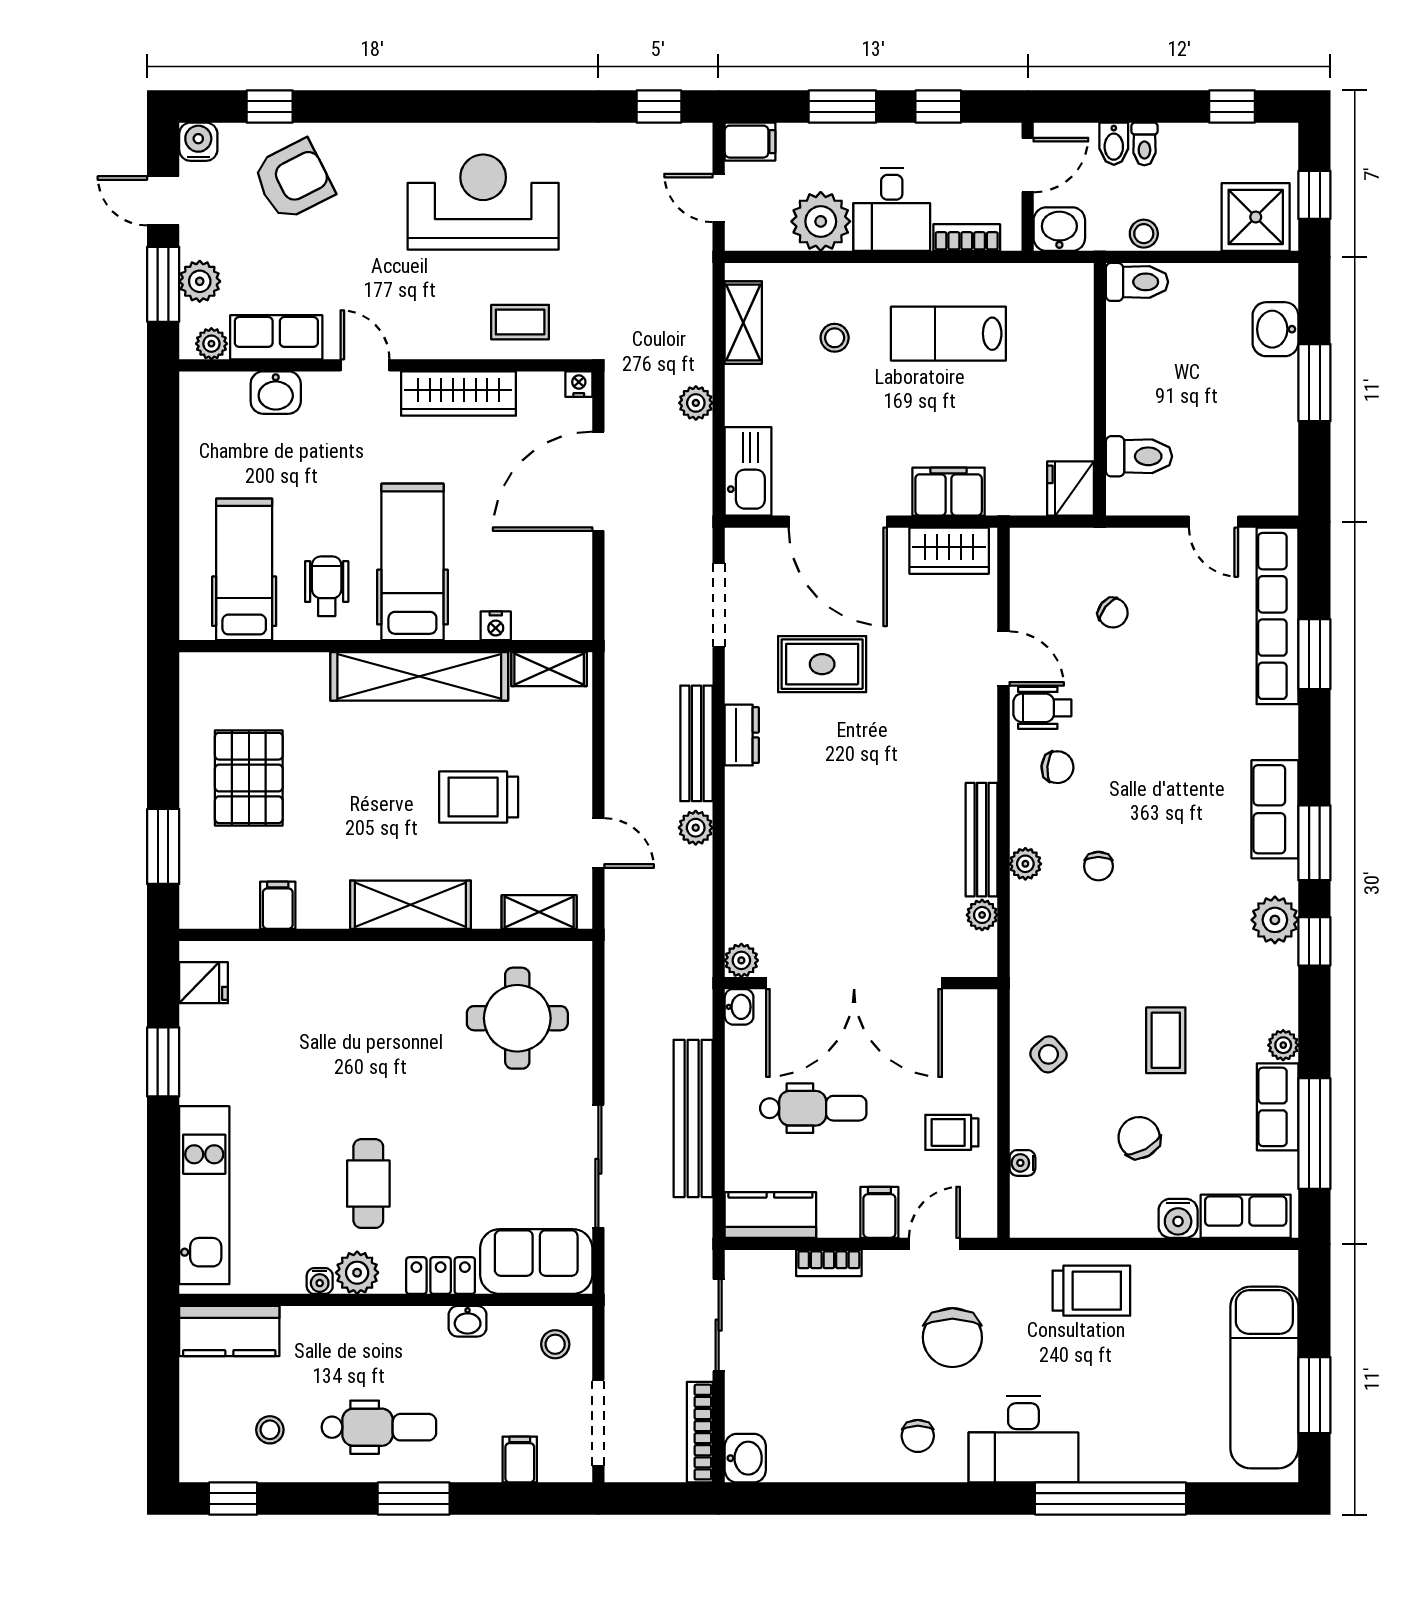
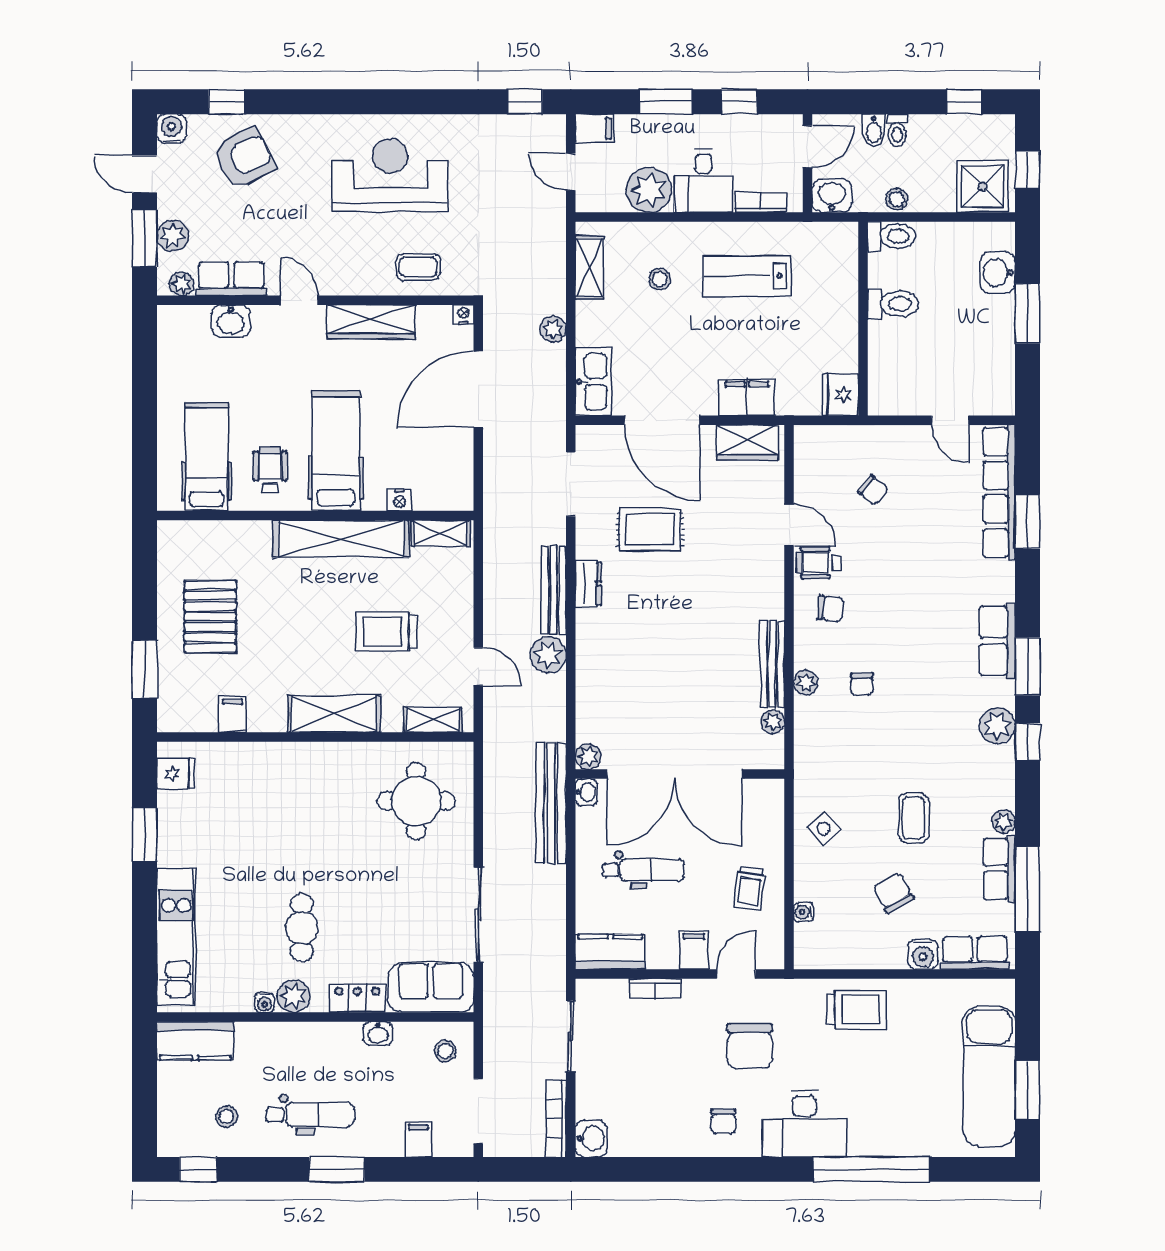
toilet: (1139, 456) -> (893, 304), moved
plant: (696, 828) -> (548, 655), width x1.38, depth x1.38
bench: (693, 1118) -> (551, 803), moved
trolley: (952, 1132) -> (750, 889), turned -83

